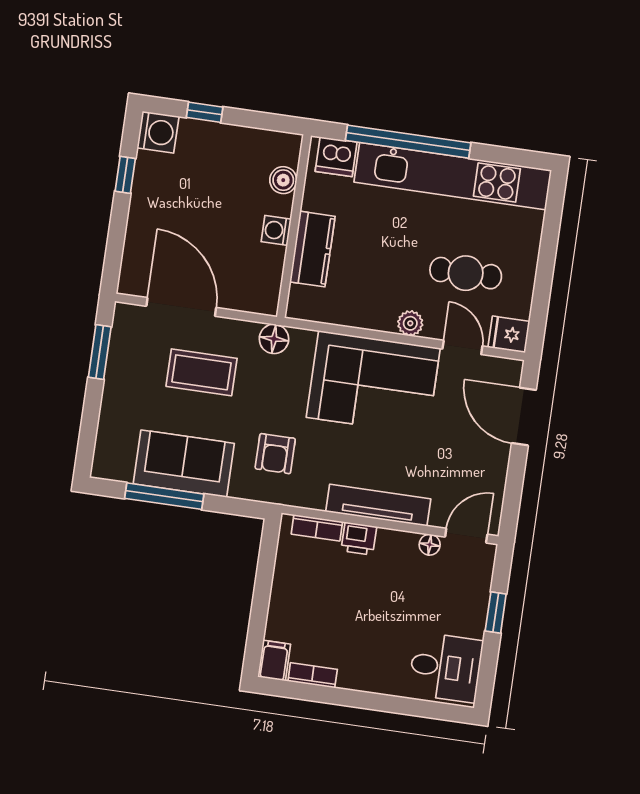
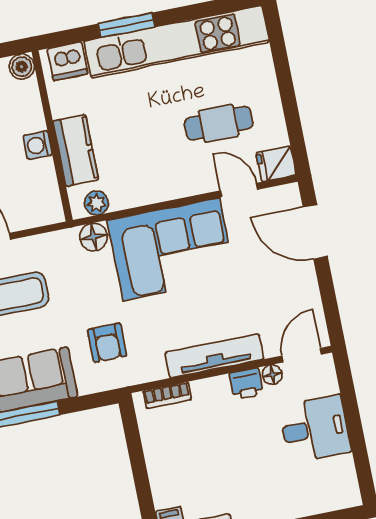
window: (408, 142) -> (126, 25), width x0.47
boiler: (283, 180) -> (22, 67), moved
plant: (410, 323) -> (97, 203), moved
floor lamp: (274, 339) -> (94, 237), moved
printer: (359, 539) -> (246, 384), moved
window: (496, 612) -> (352, 414), removed
desk: (446, 667) -> (315, 429), moved

